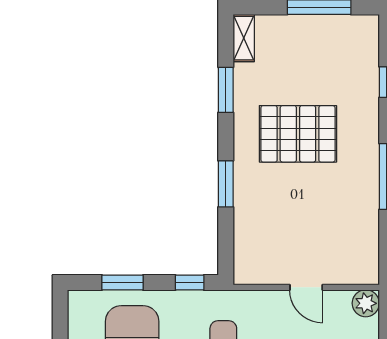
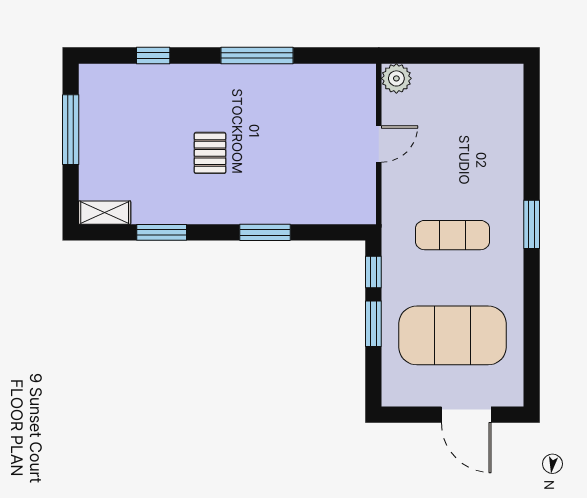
pallet: (298, 134) -> (210, 153), width x0.49, depth x0.50
window: (122, 282) -> (373, 324), moved

